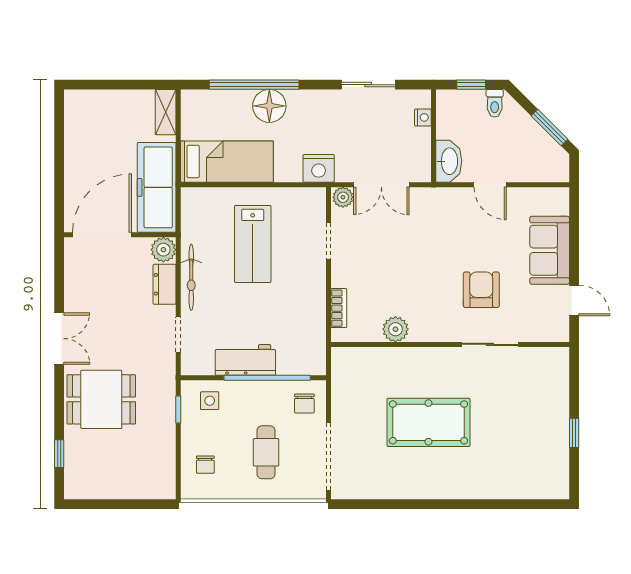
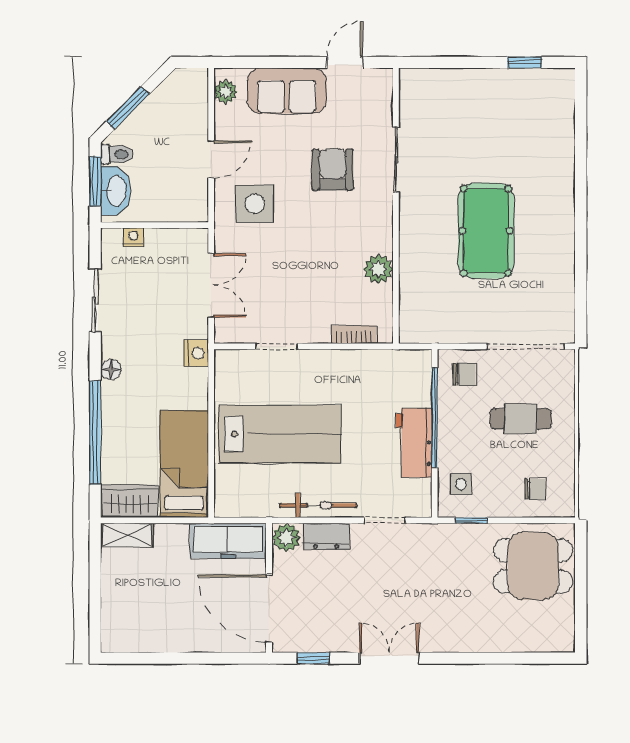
window: (471, 85) -> (95, 181), width x1.50
floor lamp: (269, 106) -> (111, 370), moved, width x0.53, depth x0.53
wardrobe: (195, 115) -> (130, 501), added
window: (550, 128) -> (128, 108), moved
washbasin: (449, 161) -> (116, 191), moved, turned 90
nightstand: (319, 168) -> (196, 353), width x0.74, depth x0.75
freezer: (157, 187) -> (228, 541), width x0.73, depth x0.79
plant: (343, 197) -> (226, 92), moved
side table: (452, 222) -> (254, 204), added
lab bench: (253, 244) -> (280, 434), width x1.36, depth x1.39
armchair: (481, 290) -> (333, 170), turned 90
dining table: (101, 399) -> (533, 566), moved, turned 90
window: (574, 433) -> (525, 62), moved
window: (59, 454) -> (313, 658), moved

